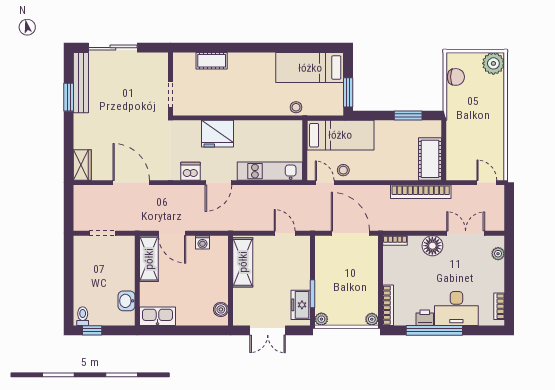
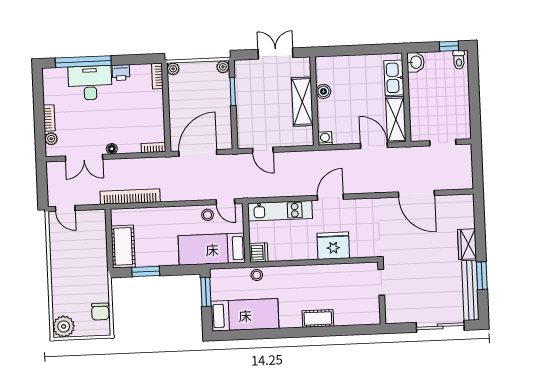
cot: (212, 61) -> (318, 318), moved
chair: (456, 77) -> (100, 312), turned -90
cot: (430, 159) -> (123, 246), moved
wardrobe: (82, 165) -> (467, 244), moved
dishwasher: (190, 171) -> (259, 253), moved, turned -90
door: (350, 233) -> (198, 153), swing flipped
washing machine: (202, 242) -> (325, 138), moved
floor lamp: (432, 246) -> (112, 149), width x0.53, depth x0.53
shelving: (243, 262) -> (302, 102), moved
washbasin: (127, 301) -> (416, 62), moved
freezer: (301, 305) -> (244, 80), removed
bookcase: (388, 305) -> (157, 76), width x0.64
bookcase: (499, 306) -> (49, 118), moved
boiler: (221, 309) -> (323, 91), moved
kitchen sink: (157, 316) -> (394, 78), moved, turned 90
window: (434, 330) -> (83, 62), moved

